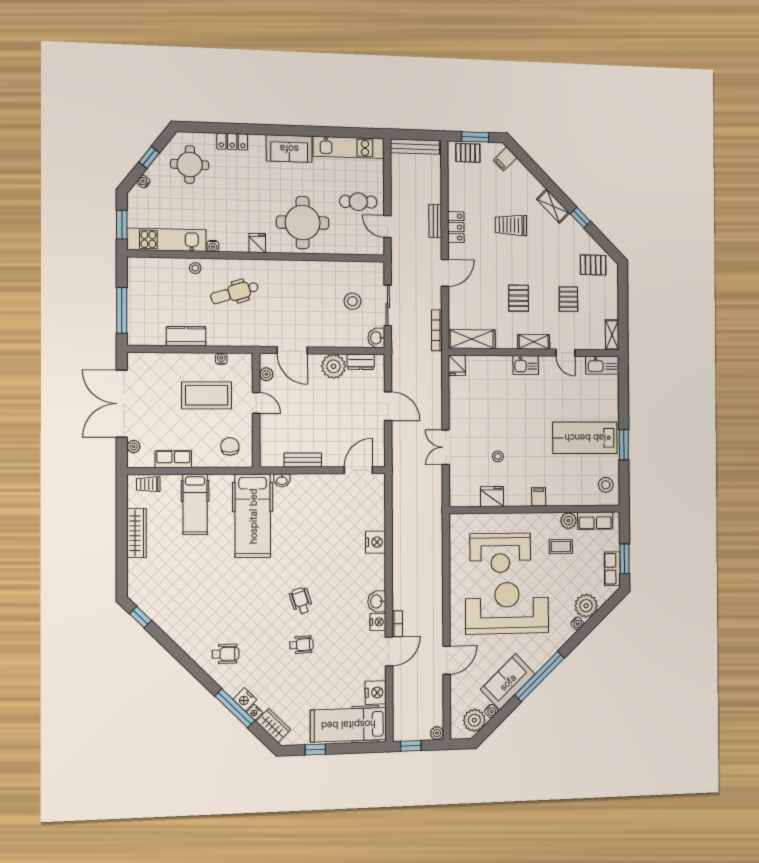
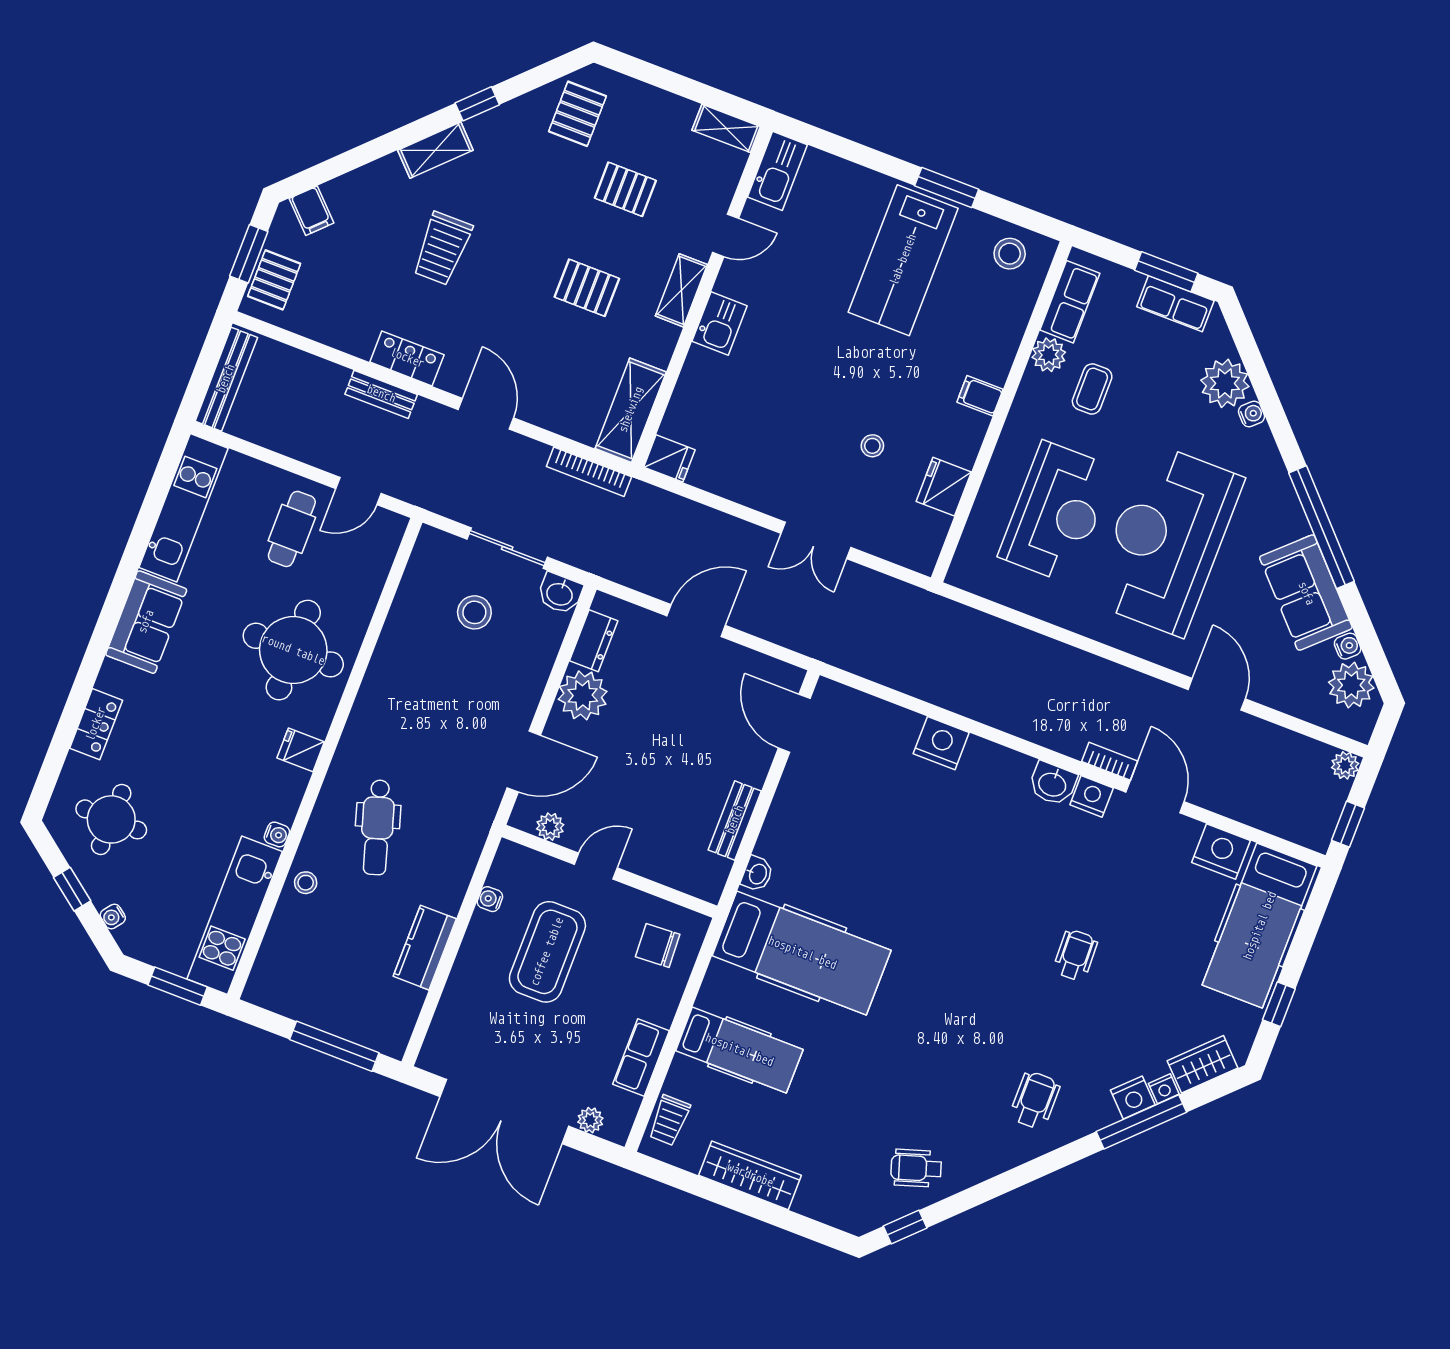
wheelchair: (301, 601) -> (916, 1168), moved

